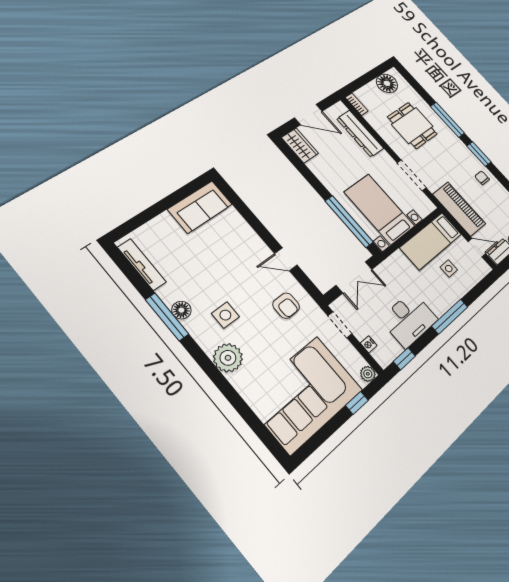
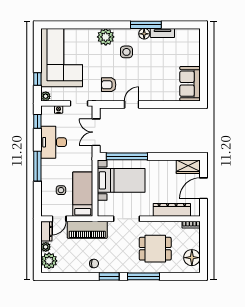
tv unit: (142, 265) -> (162, 33), moved, width x0.71

